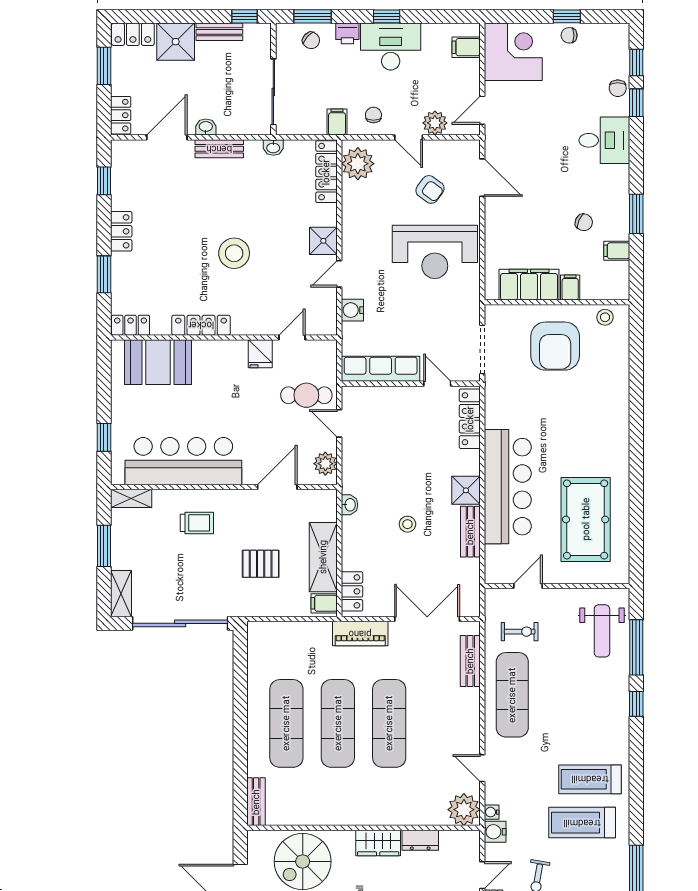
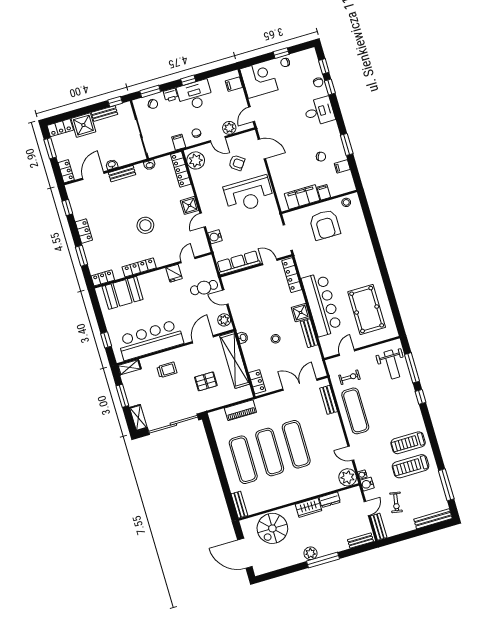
shelving: (323, 557) -> (235, 360), width x1.47
filing cabinet: (324, 603) -> (245, 392), removed
piano: (360, 634) -> (240, 410), moved

